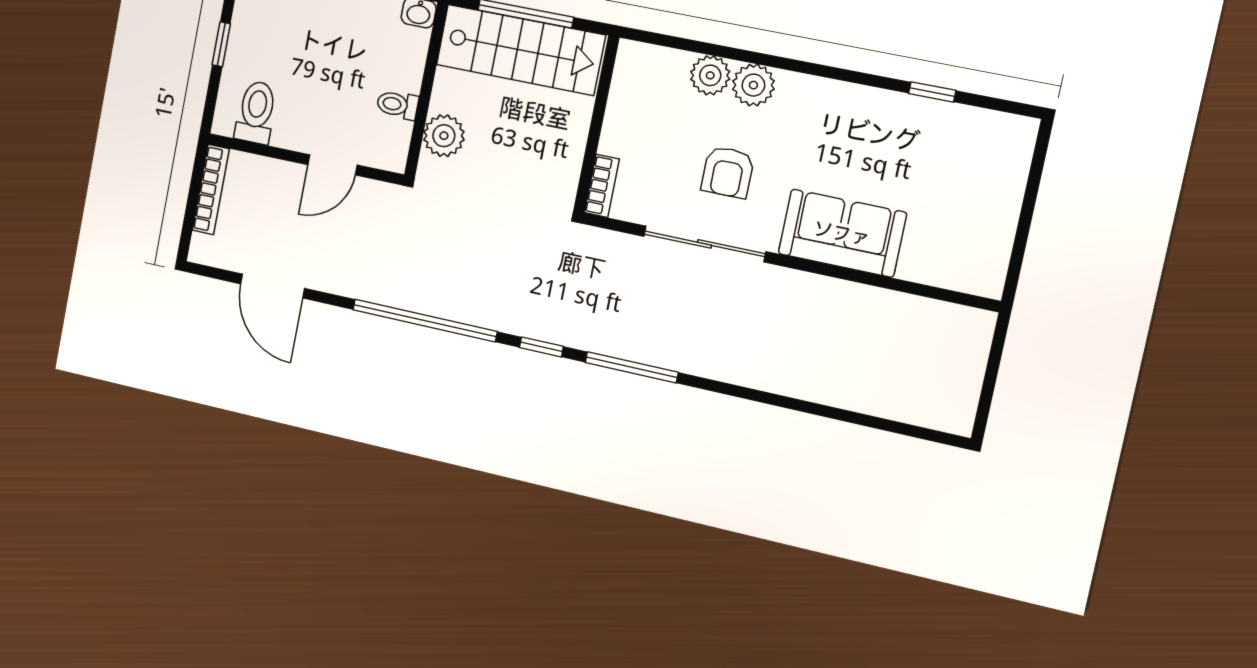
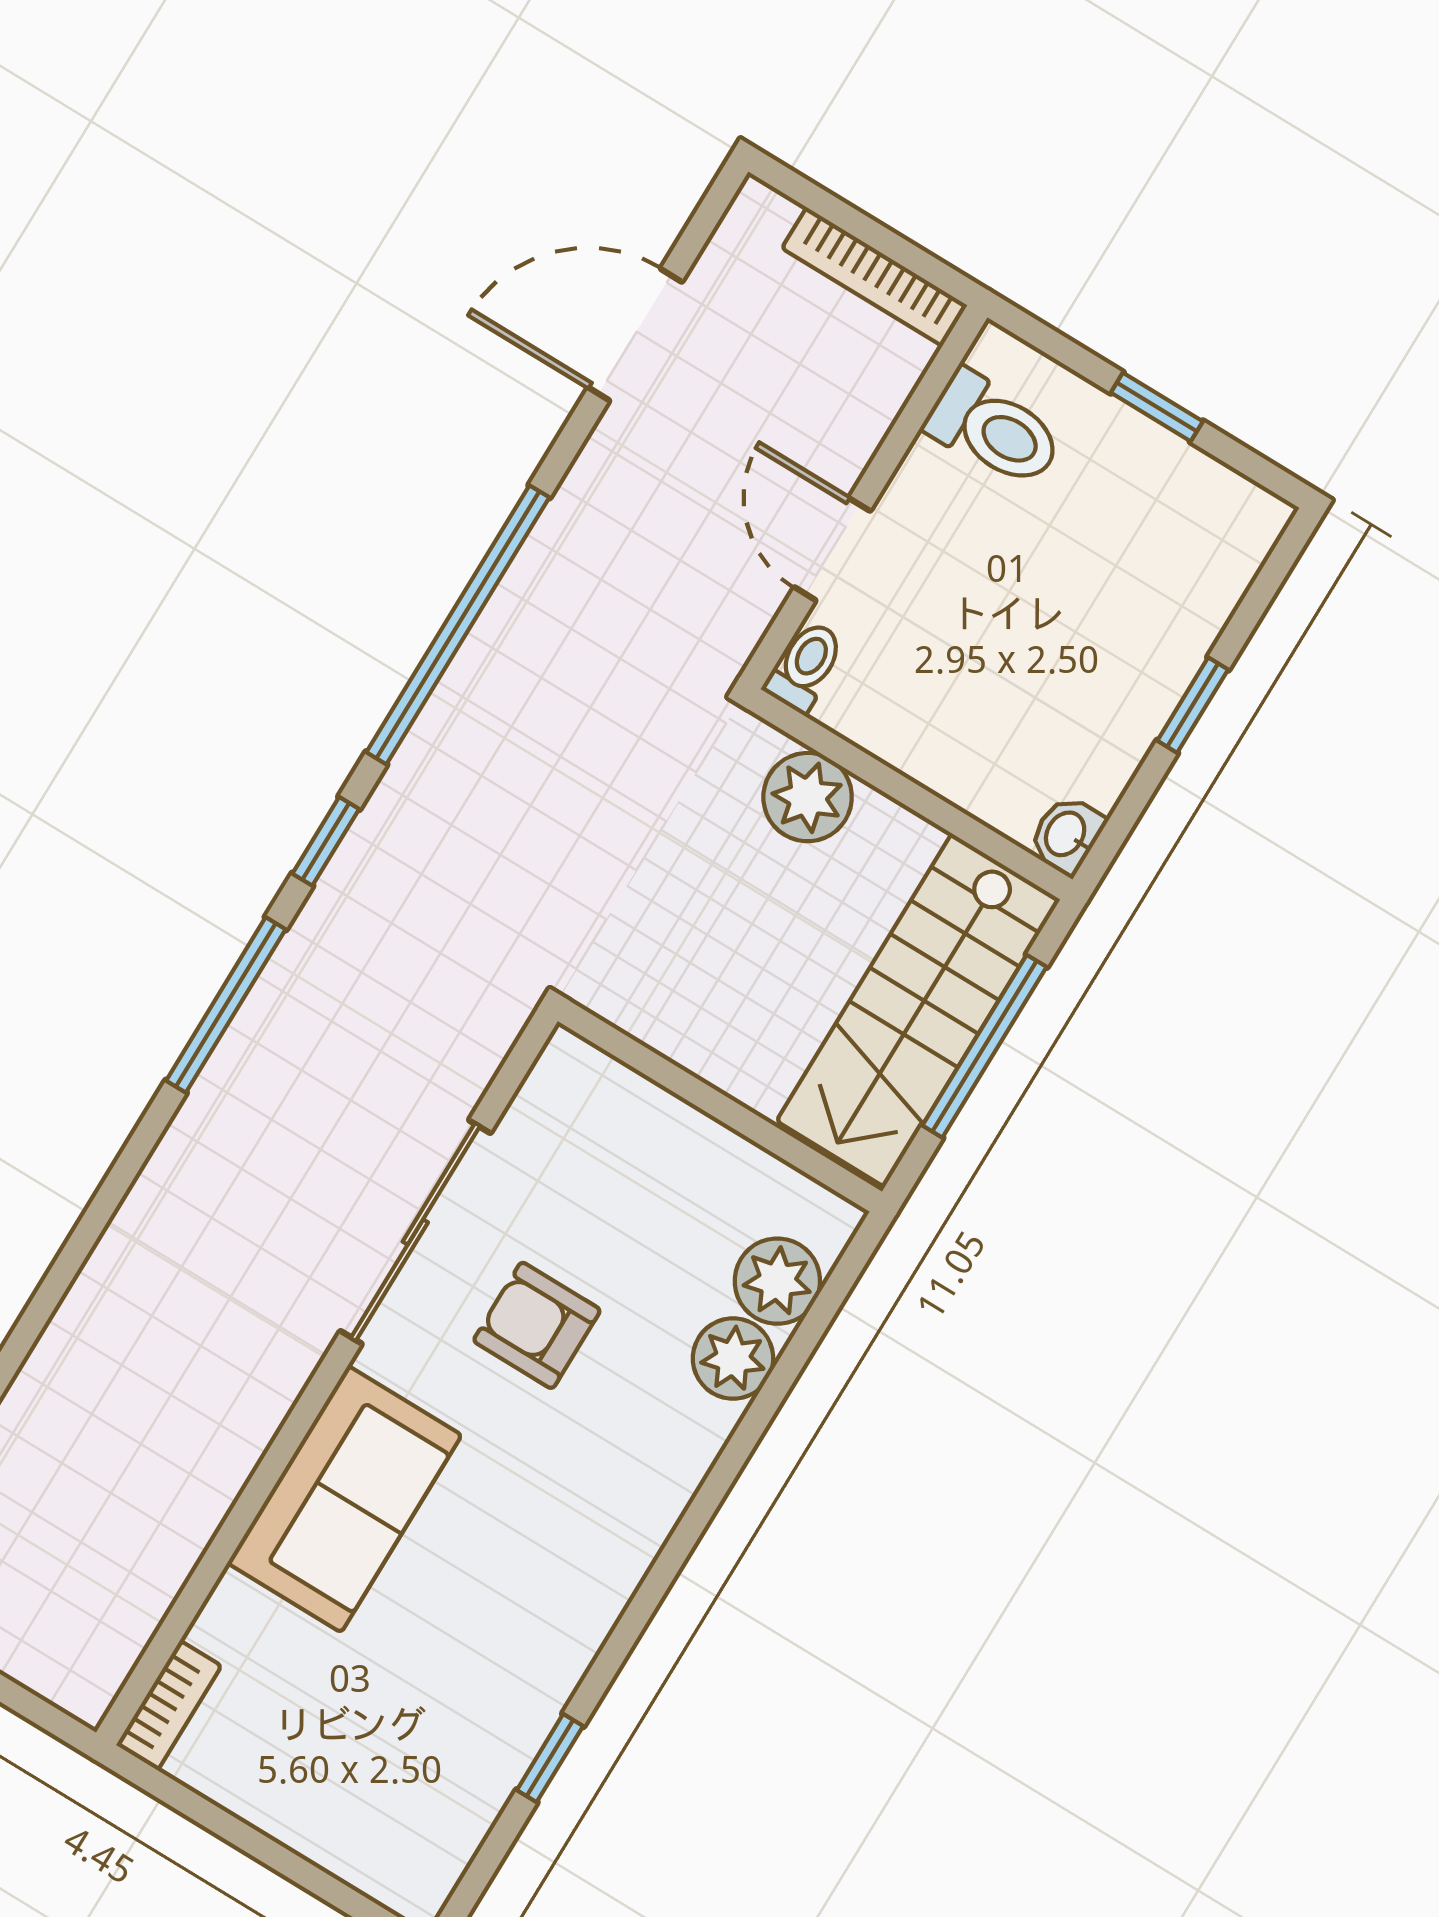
plant: (753, 85) -> (777, 1281), moved
toilet: (397, 105) -> (805, 666), moved
bookcase: (602, 186) -> (169, 1705), moved, turned -90

